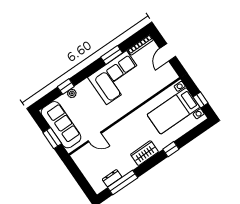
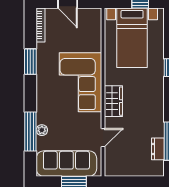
corner sofa: (117, 78) -> (80, 82), moved, turned 180
window: (66, 87) -> (30, 132), width x2.17
wardrobe: (144, 153) -> (113, 101), moved, turned 180

